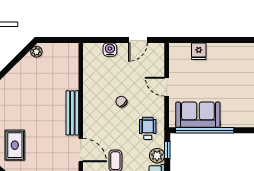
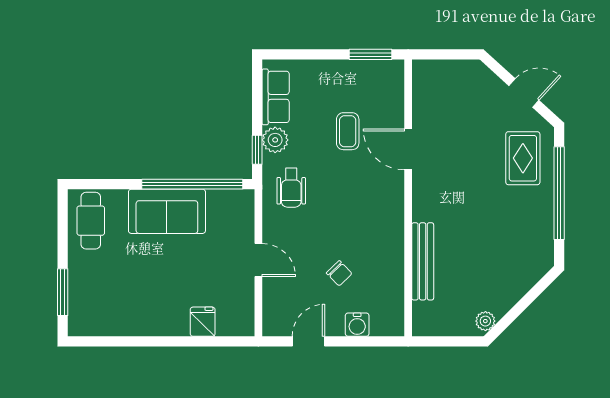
chair: (121, 102) -> (339, 273), moved
bench: (72, 113) -> (423, 261), moved
sofa: (198, 115) -> (167, 211), moved

